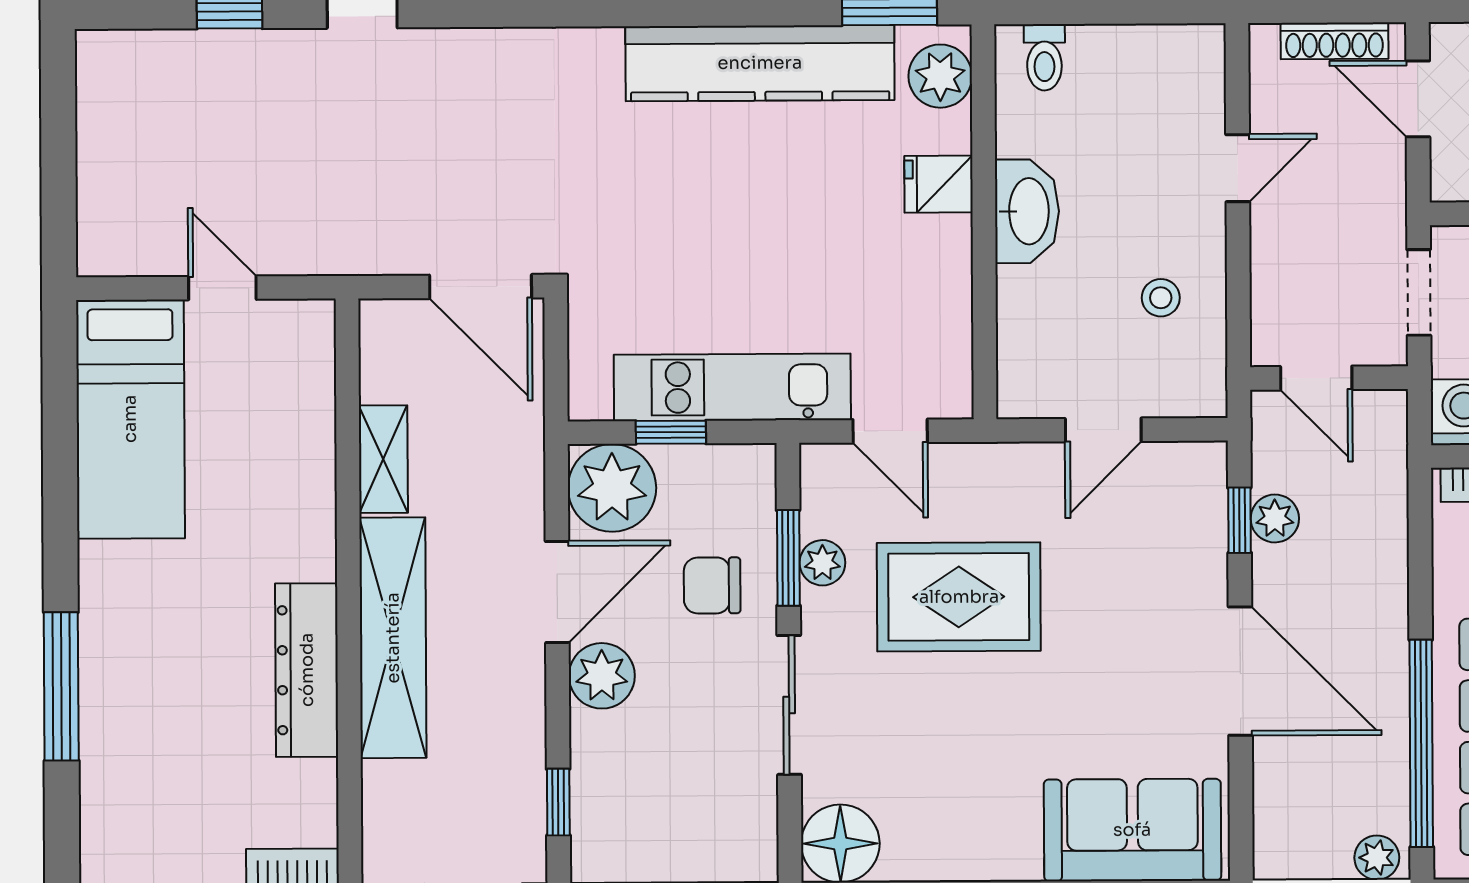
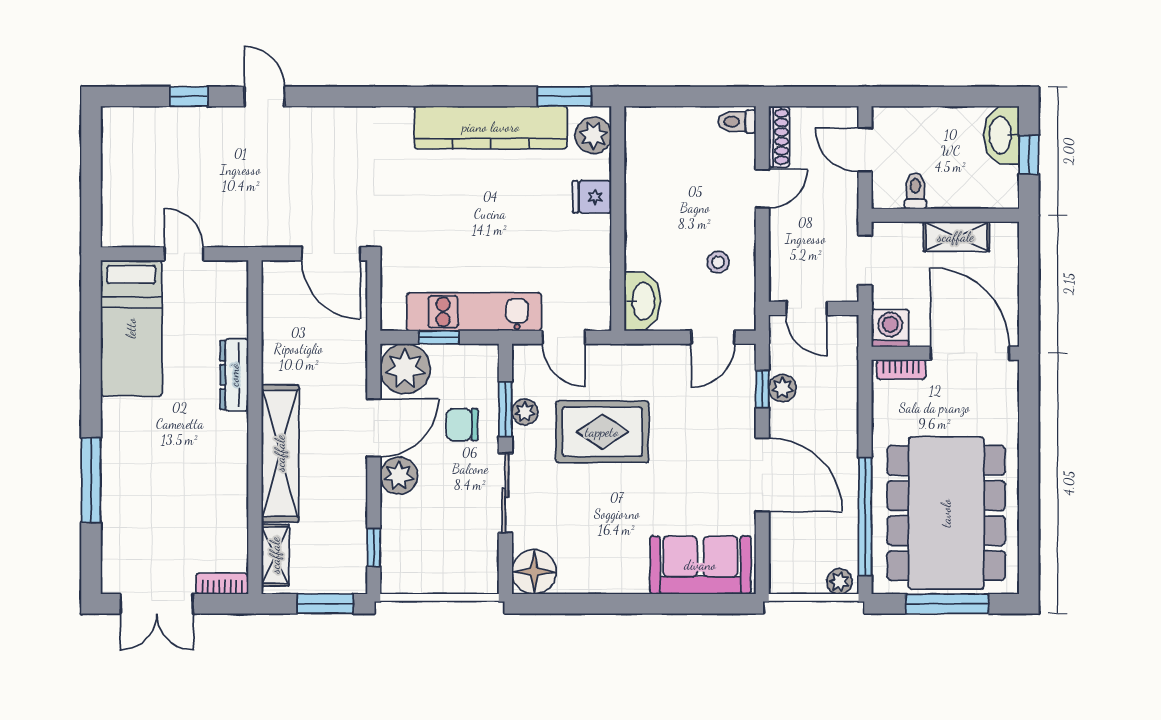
shoe rack: (1334, 41) -> (779, 137), moved, turned -90
toilet: (1044, 57) -> (737, 122), moved, turned 90
washbasin: (1027, 211) -> (642, 301), moved
door: (1103, 430) -> (713, 337), moved
shelving: (383, 459) -> (275, 555), moved
dresser: (307, 670) -> (234, 375), moved, width x0.73, depth x0.80

